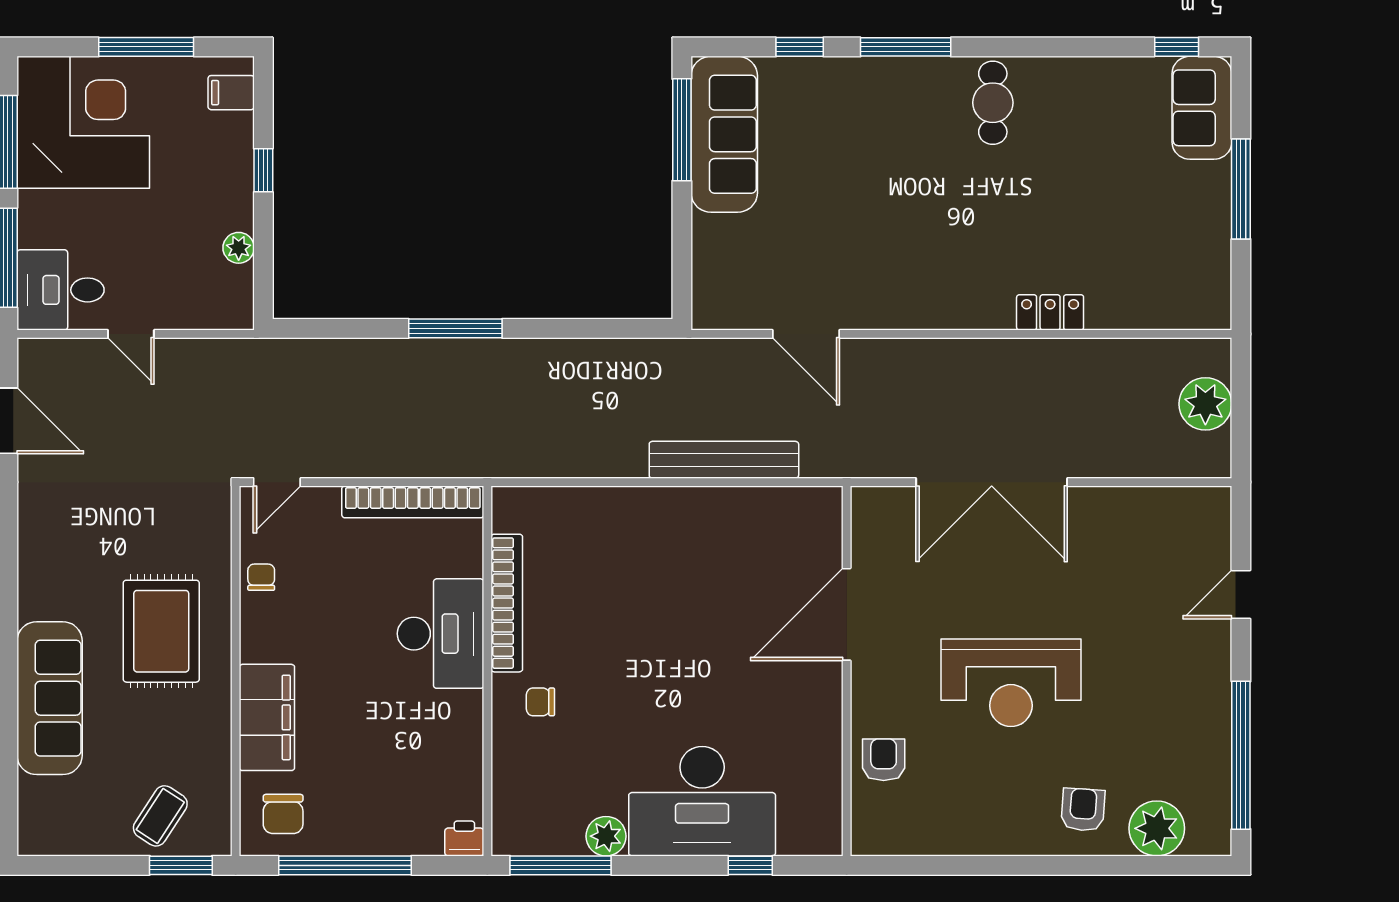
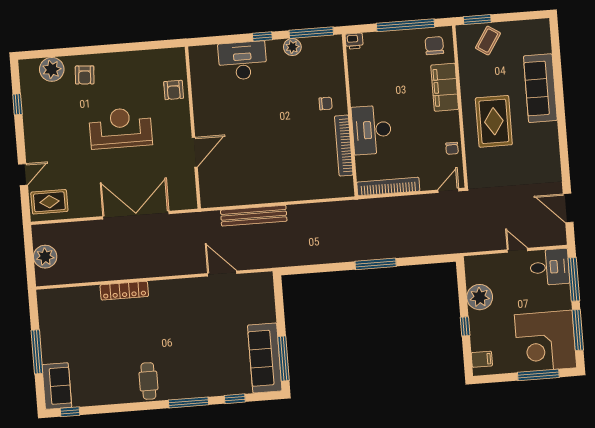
window: (146, 47) -> (538, 375), moved
plant: (239, 248) -> (480, 297), width x1.88, depth x1.88
locker: (1050, 312) -> (124, 291), width x1.53
rug: (1186, 528) -> (49, 202), added
door: (847, 614) -> (195, 152), width x0.73
window: (1241, 755) -> (17, 104), width x0.32
desk: (702, 801) -> (243, 61), width x0.73, depth x0.77
window: (750, 865) -> (262, 37), moved

